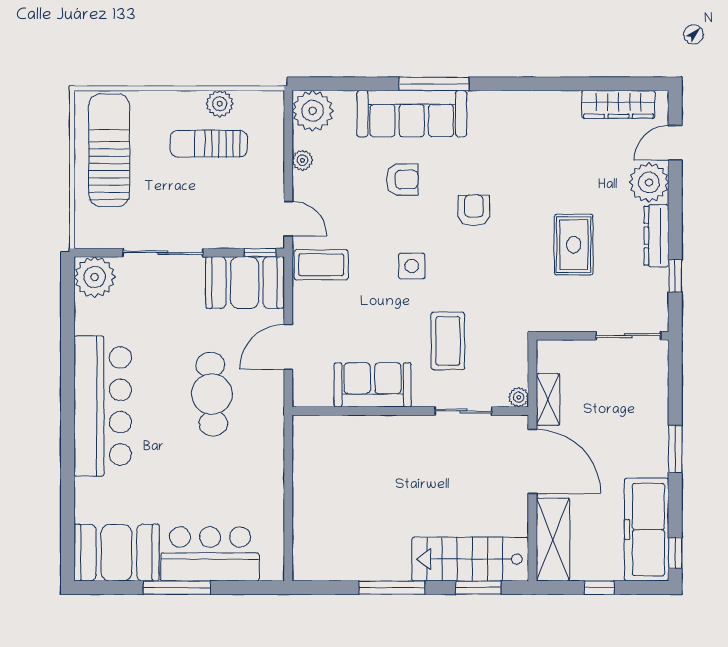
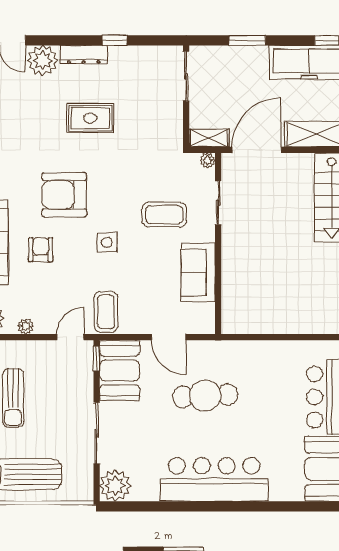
armchair: (474, 210) -> (64, 195), width x1.88, depth x1.88
wall: (603, 336) -> (186, 96), moved
sliding door: (628, 336) -> (186, 76), moved

